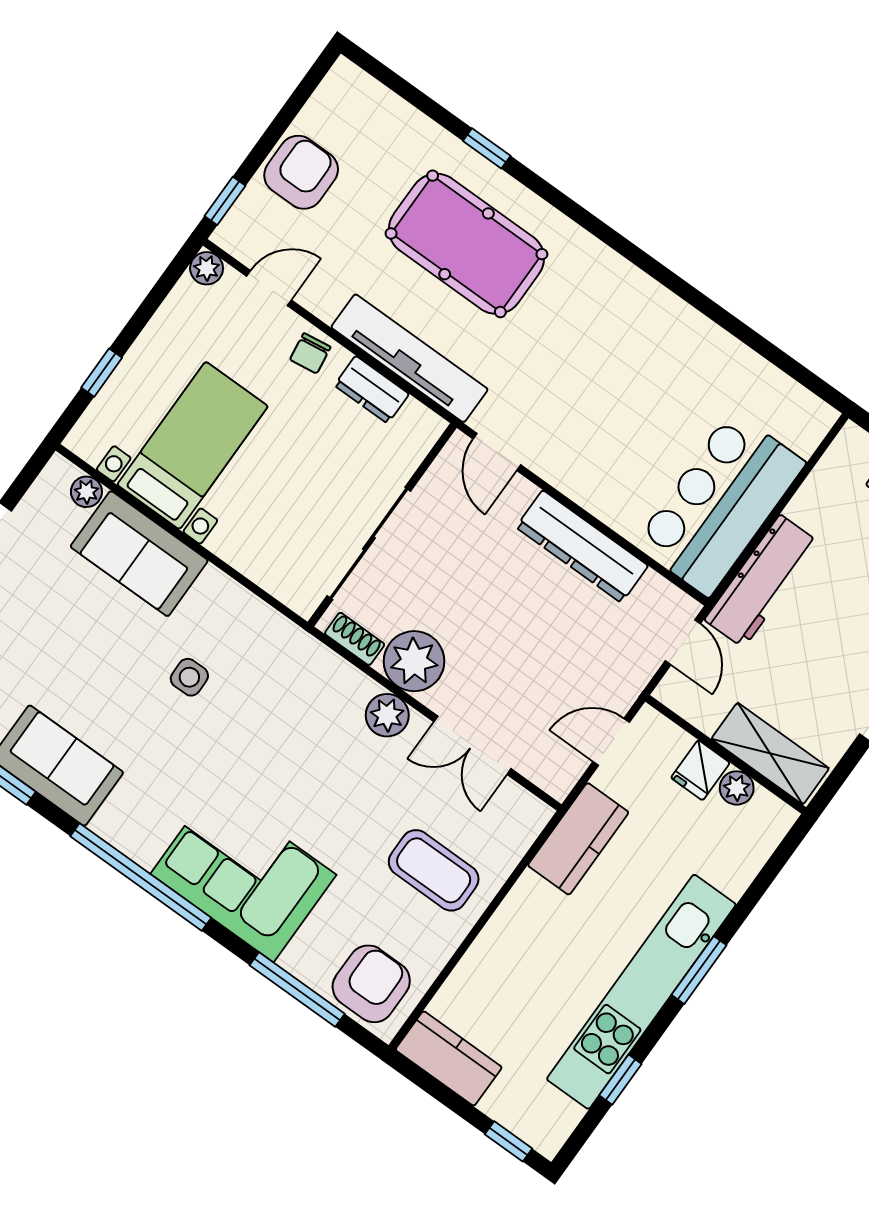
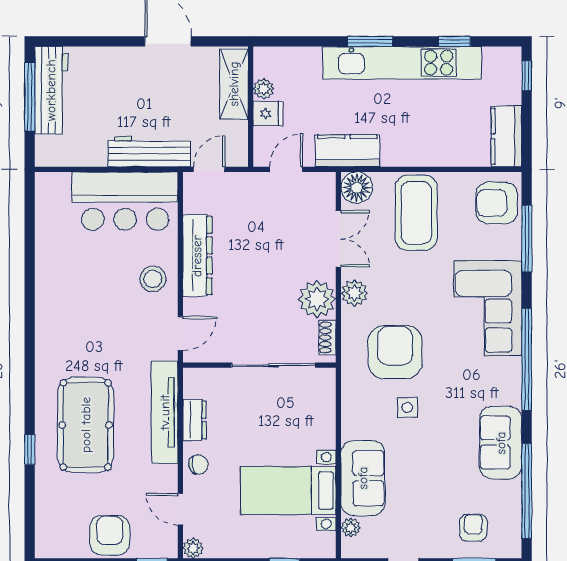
armchair: (301, 172) -> (110, 535), turned 90
stool: (593, 467) -> (153, 279), added
armchair: (273, 713) -> (395, 352), added
door: (611, 742) -> (286, 169), swing flipped
floor lamp: (522, 817) -> (357, 188), added
coffee table: (434, 870) -> (416, 213), width x1.36, depth x1.32

